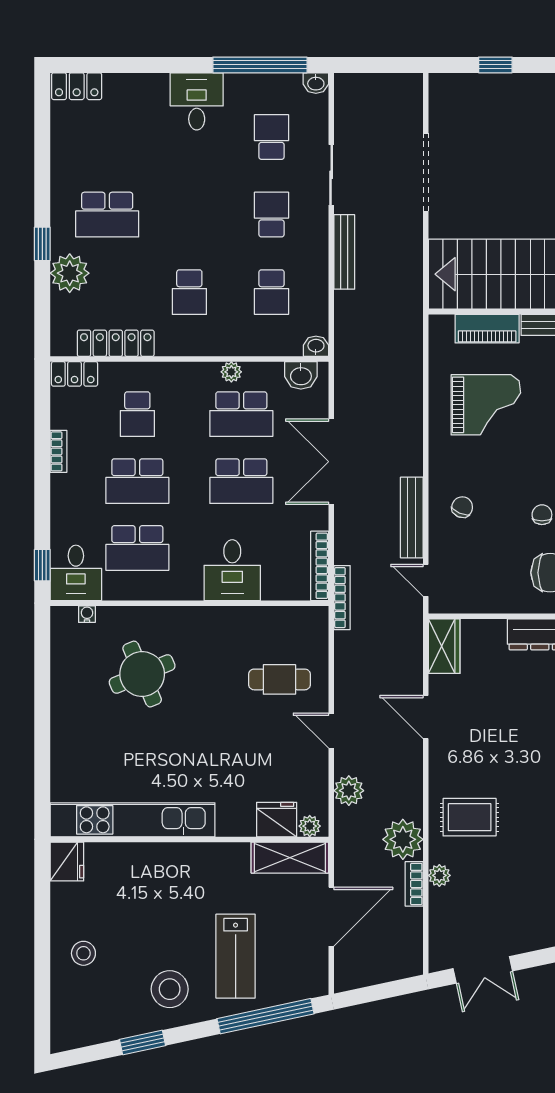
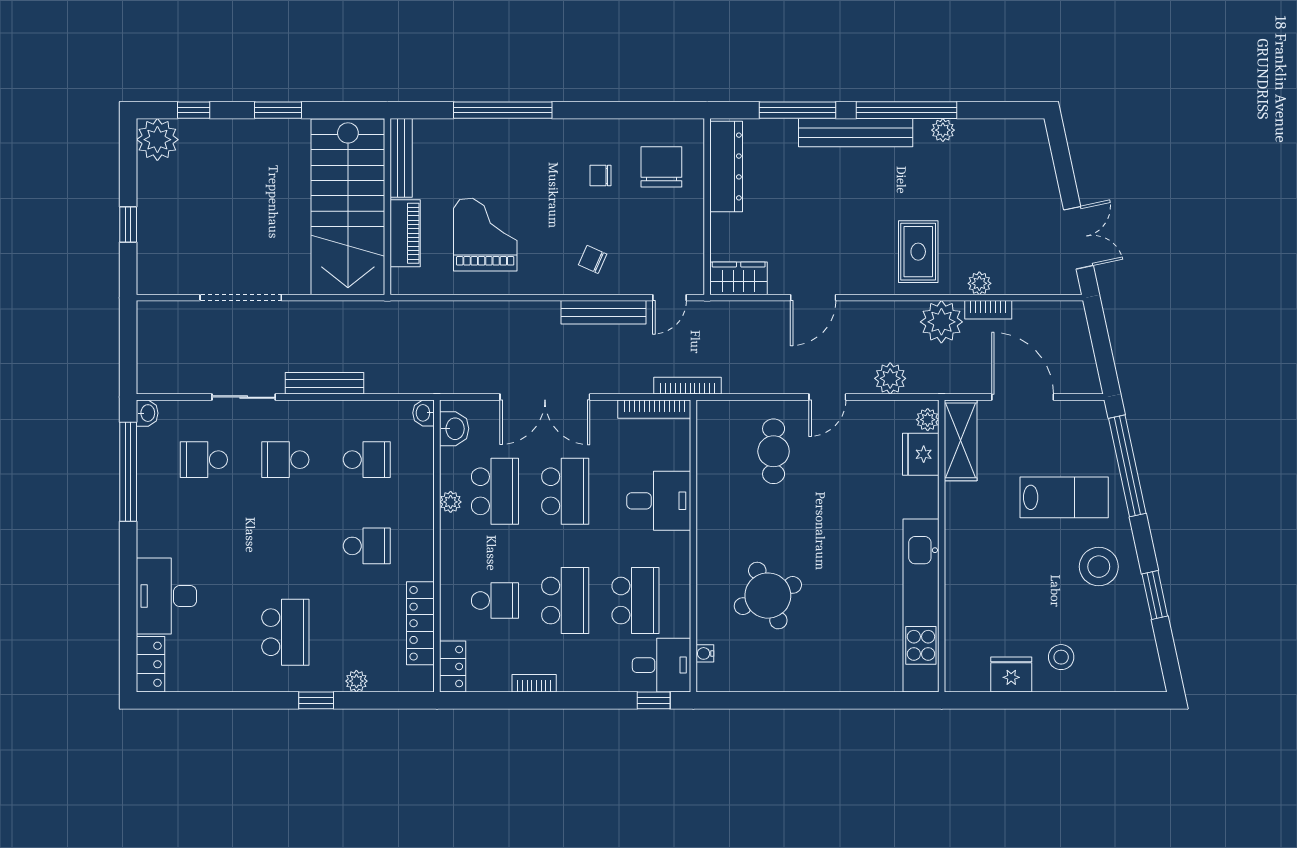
desk: (197, 101) -> (166, 596), moved, width x1.37
plant: (70, 273) -> (356, 681), width x0.53, depth x0.53
fridge: (67, 862) -> (1011, 674), moved

